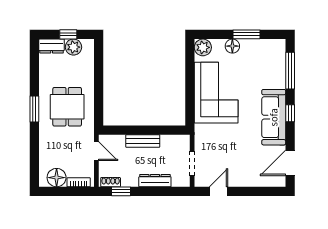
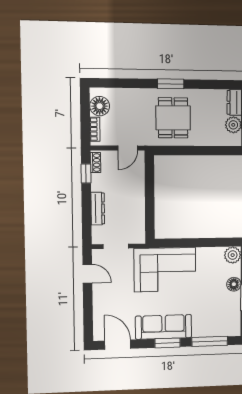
corner sofa: (216, 93) -> (165, 270), moved
dining table: (67, 107) -> (173, 118), turned 90
window: (290, 113) -> (168, 343), width x1.50
bench: (143, 141) -> (138, 196), removed

